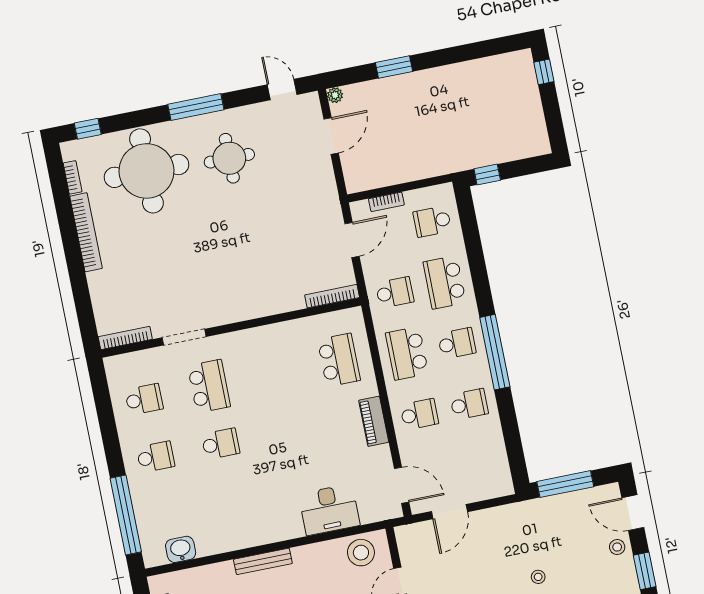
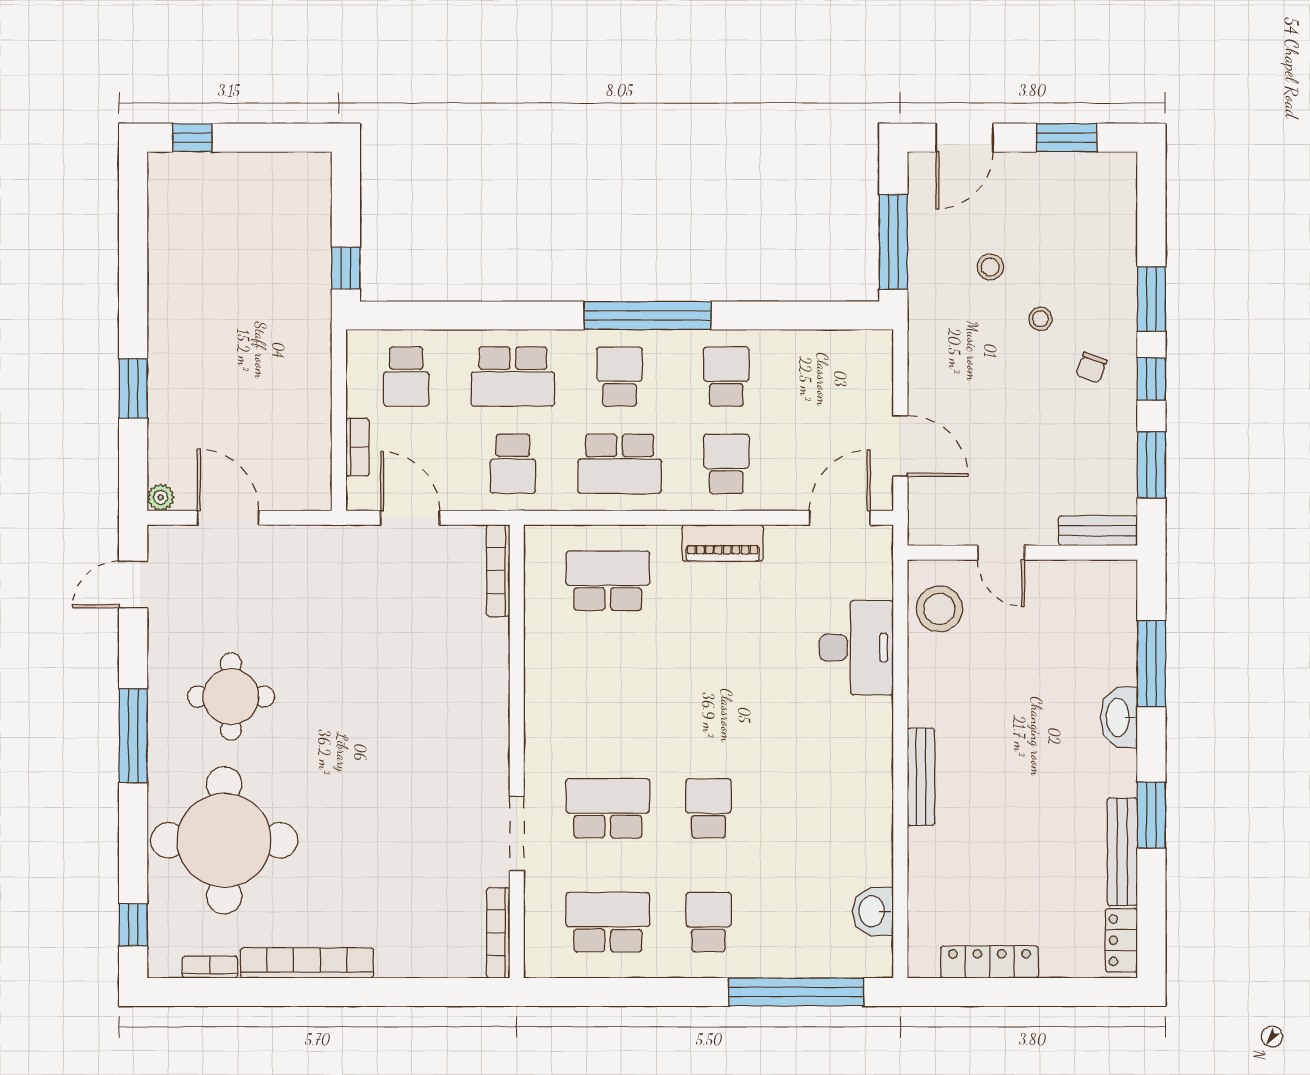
school desk: (395, 292) -> (513, 464), turned 180
school desk: (144, 399) -> (608, 922), width x1.85
stool: (617, 547) -> (990, 267), moved

